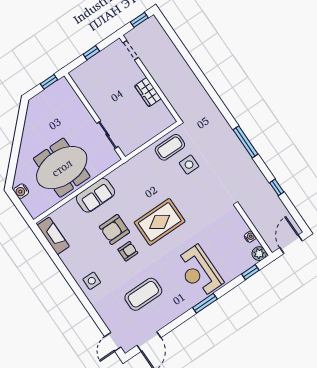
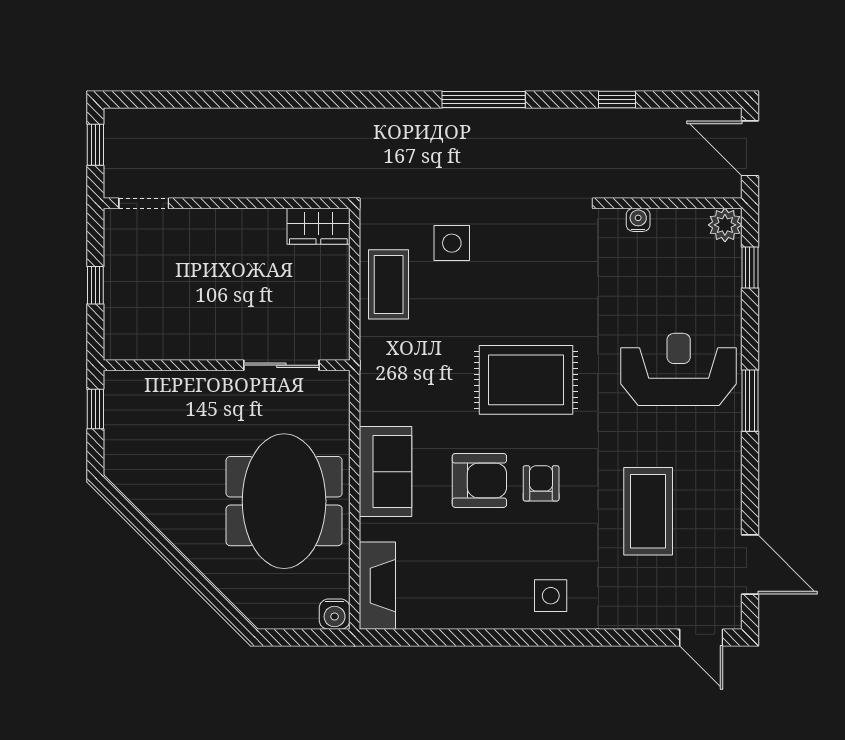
wardrobe: (148, 92) -> (318, 226), moved
coffee table: (170, 147) -> (389, 284), moved
water cooler: (21, 191) -> (335, 614), moved
rug: (160, 222) -> (526, 380), turned 90
armchair: (114, 229) -> (479, 480), turned -90
fireplace: (53, 236) -> (377, 586), moved, turned 90
water cooler: (250, 237) -> (638, 220), moved
reception desk: (199, 272) -> (679, 369), turned 180

